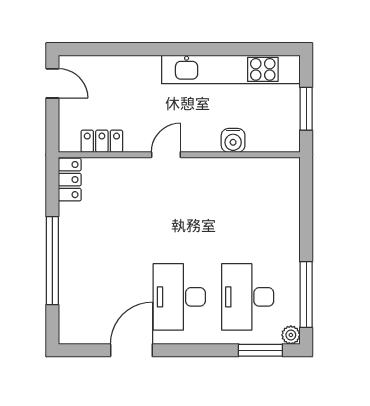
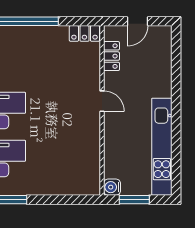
door: (52, 83) -> (138, 21), moved
water cooler: (233, 140) -> (112, 187), moved

